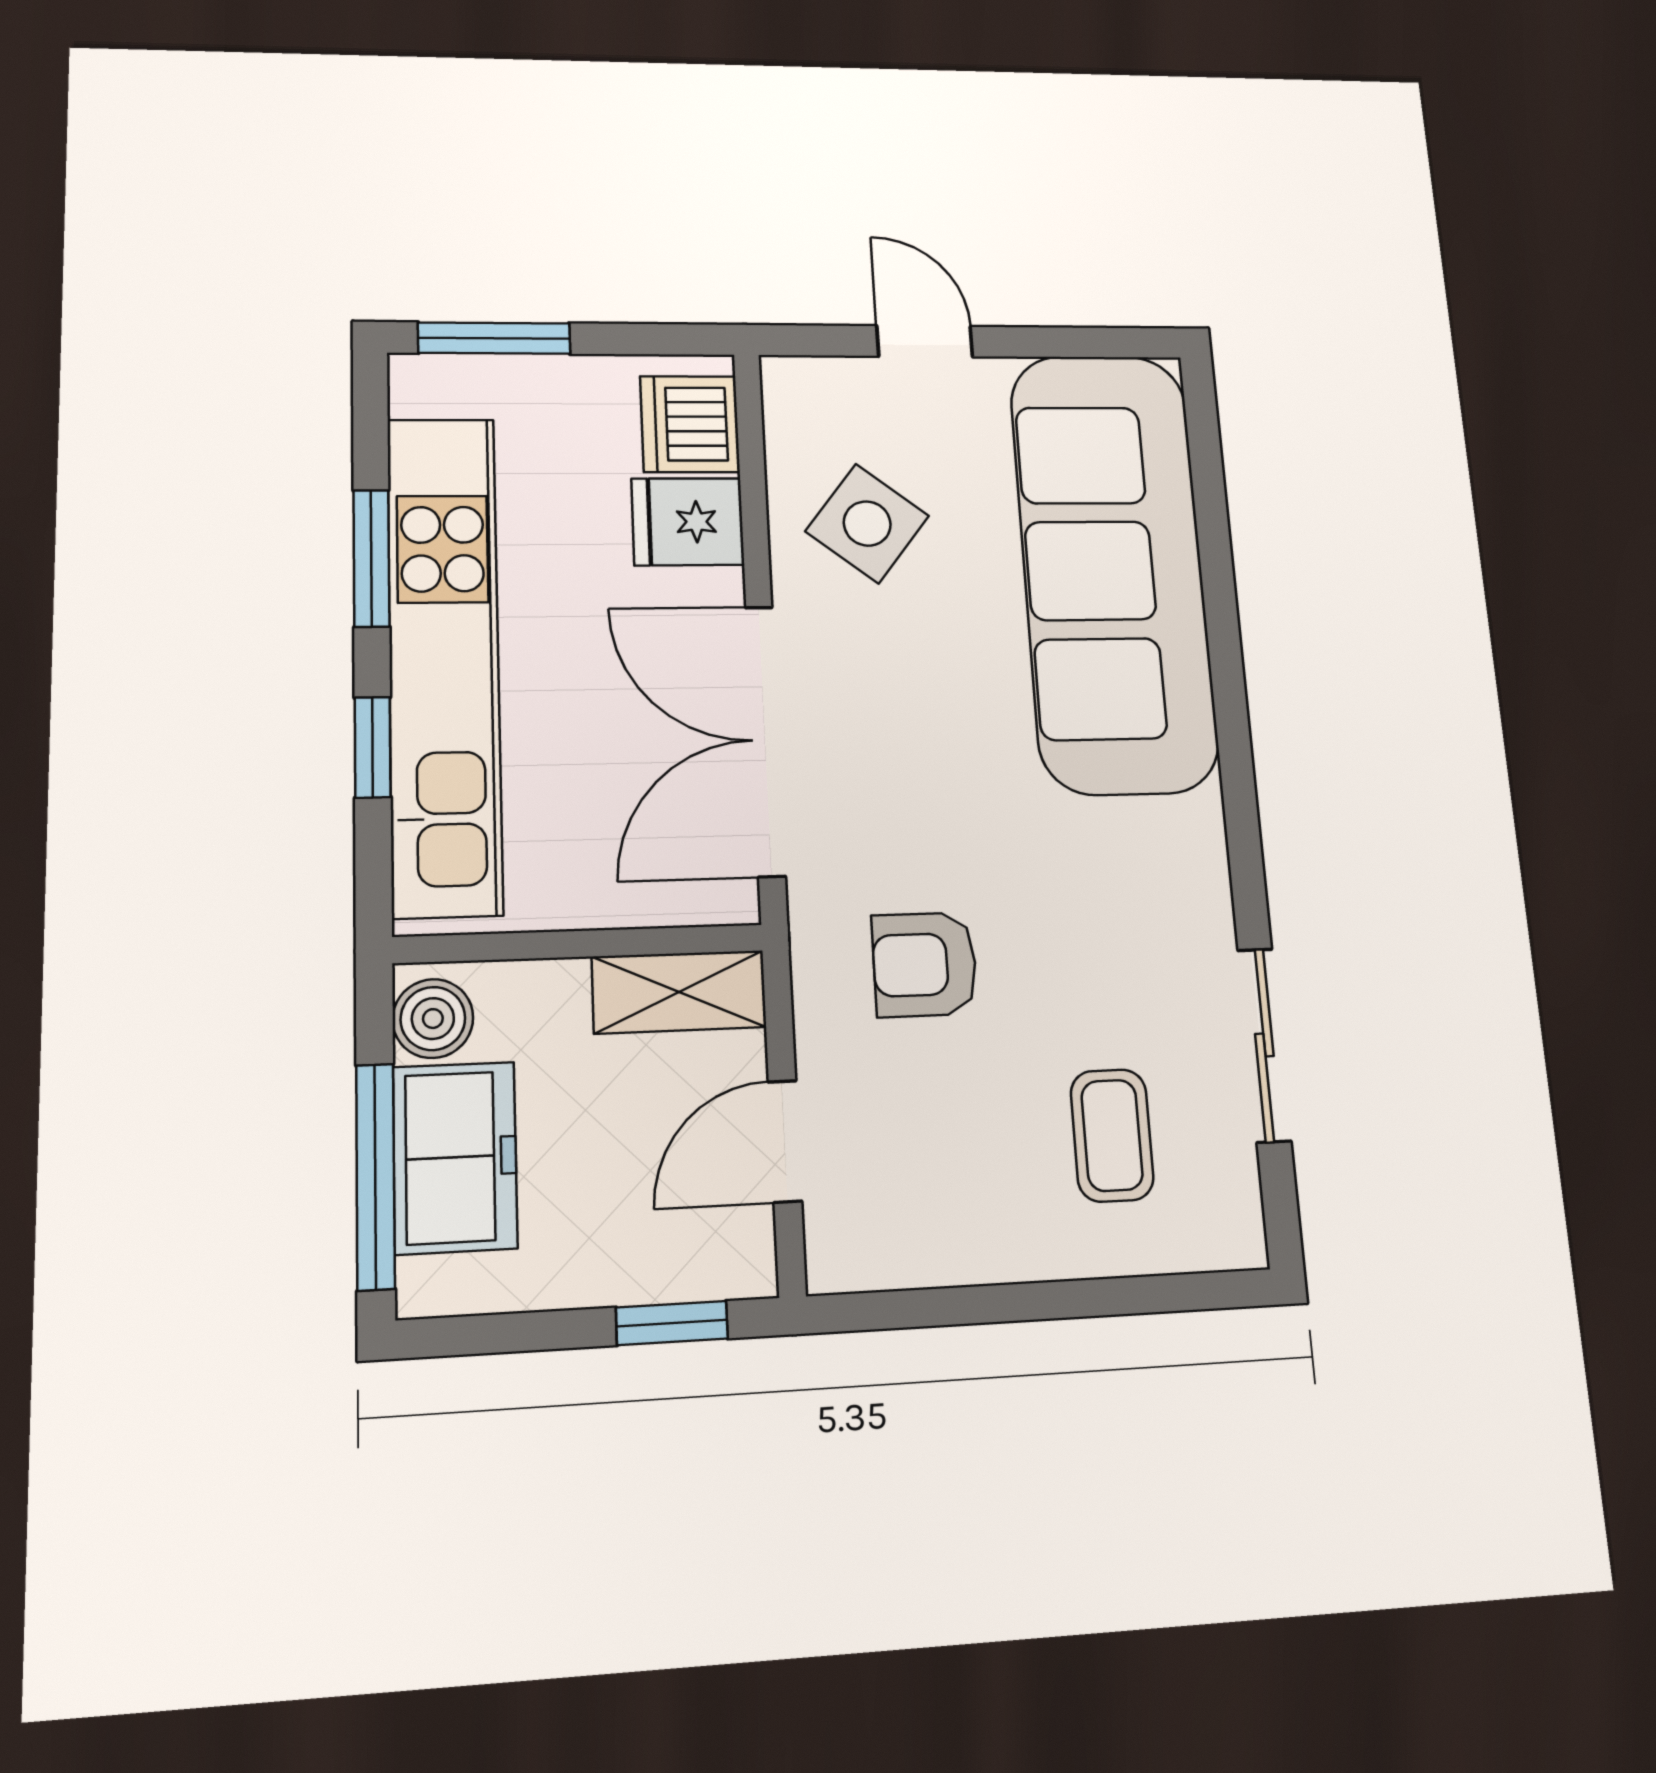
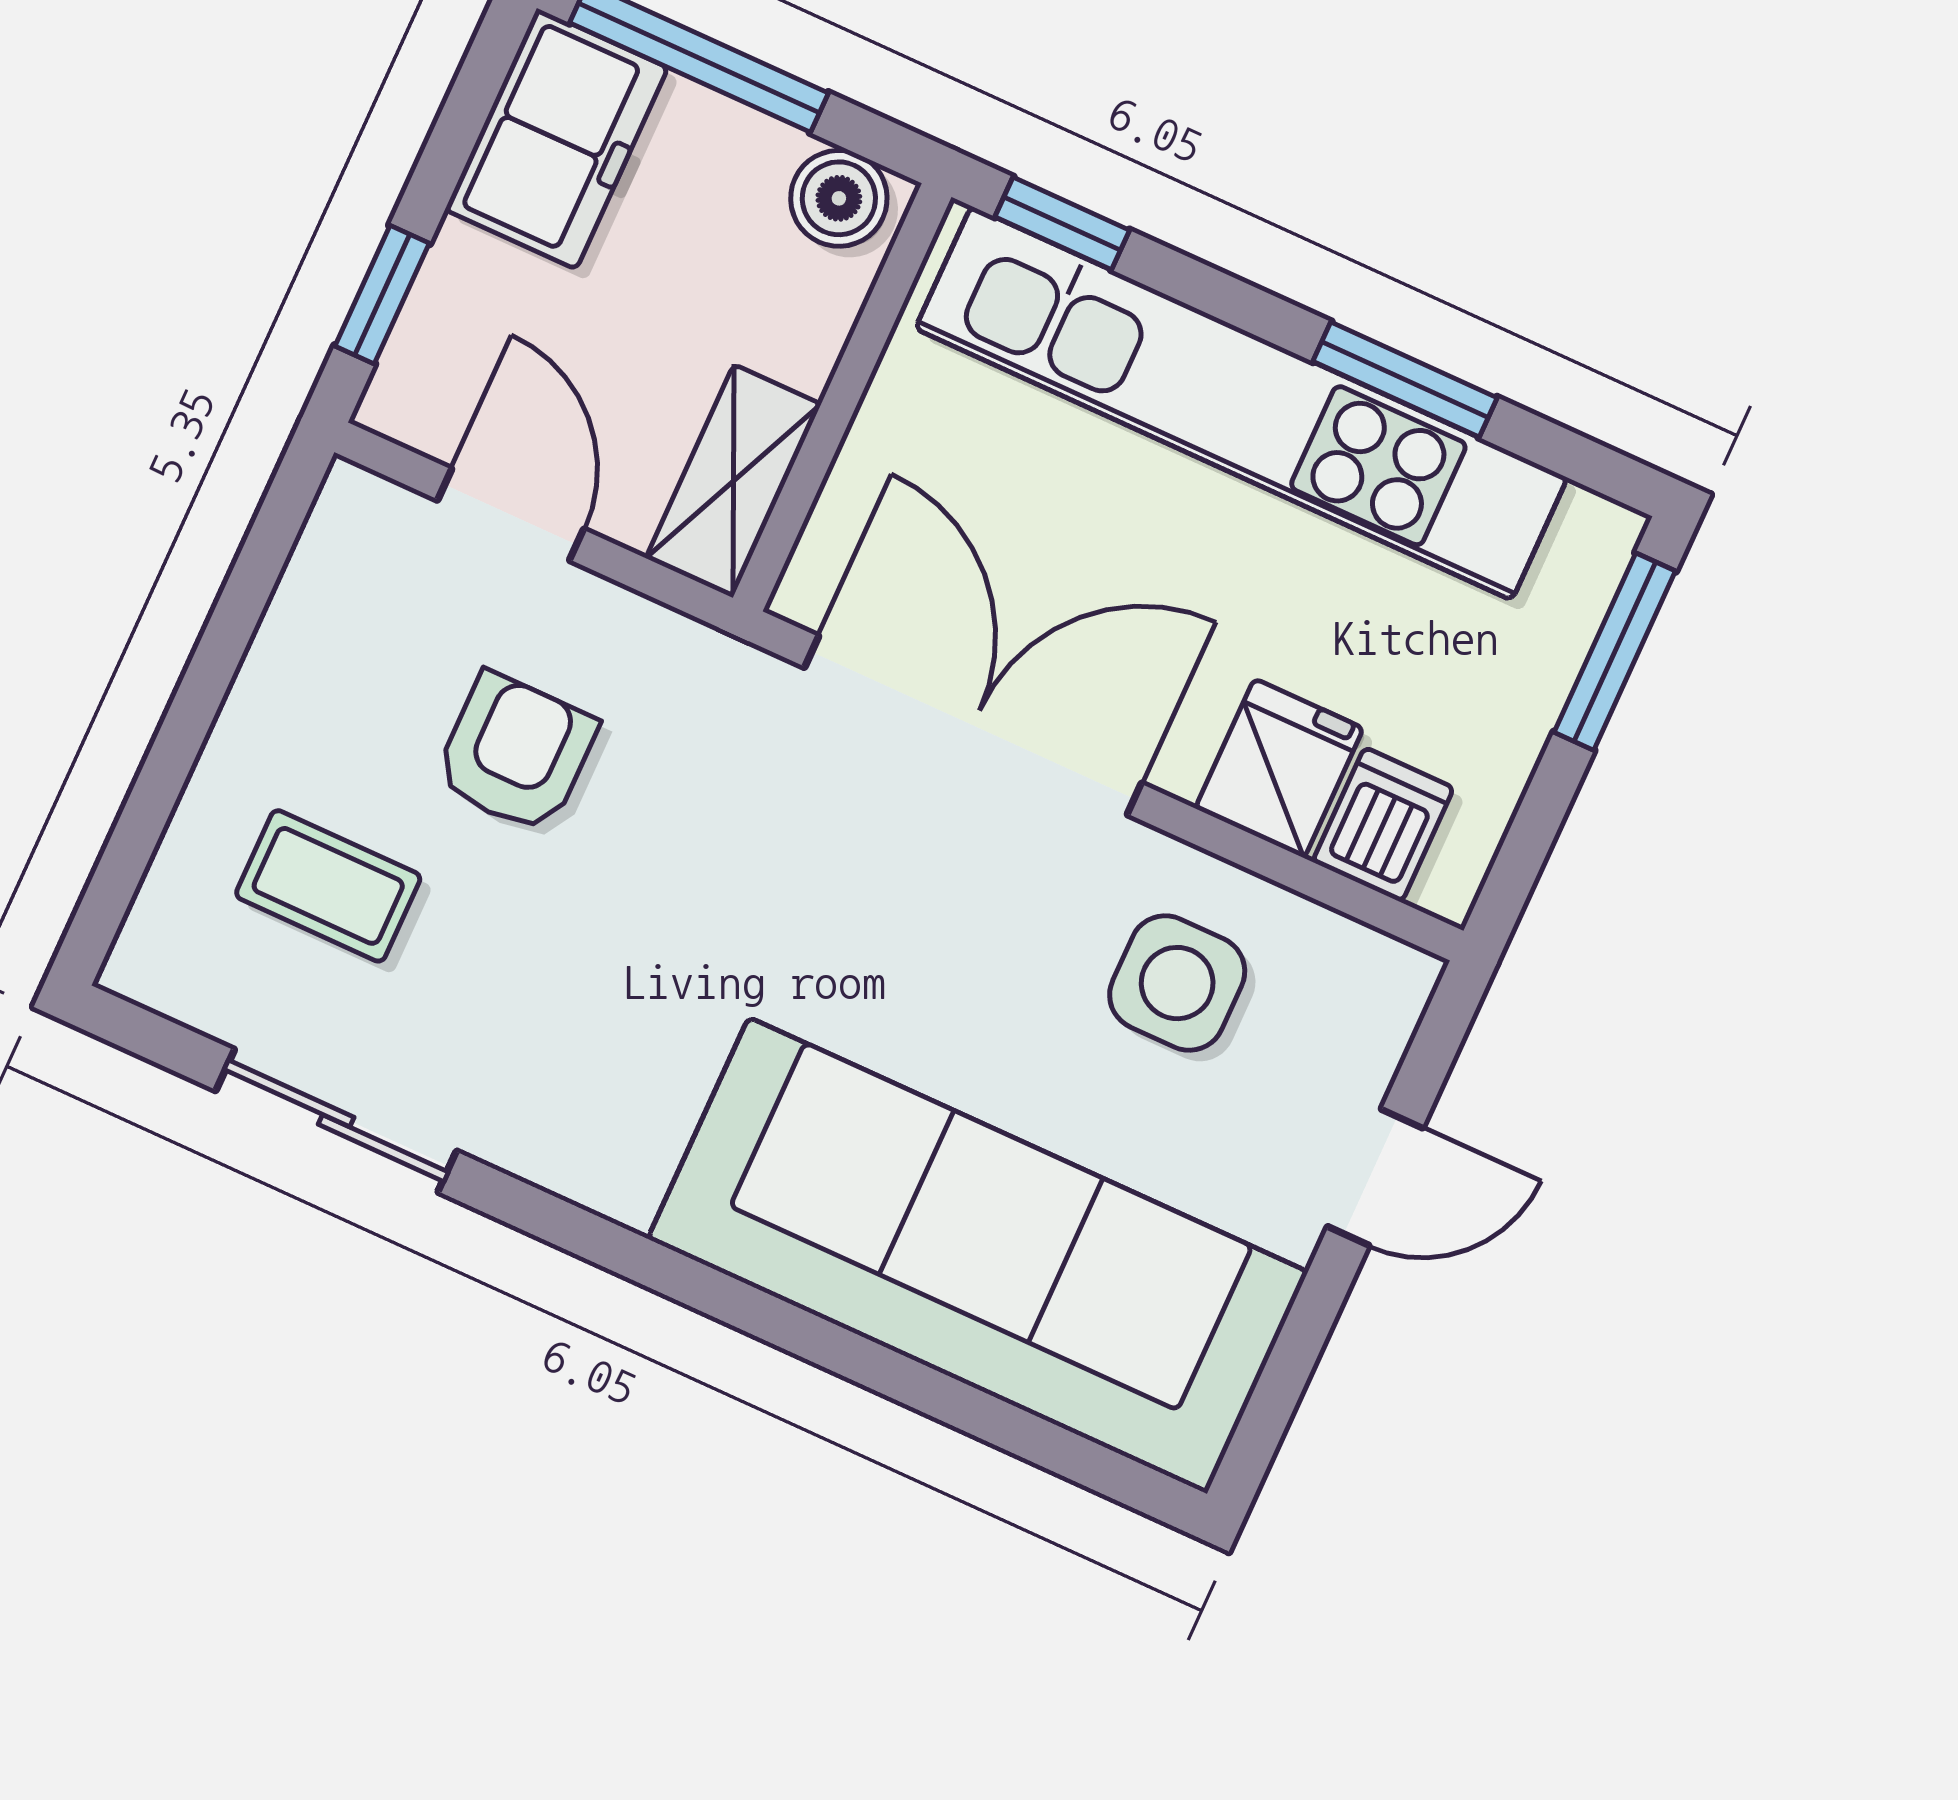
dishwasher: (690, 424) -> (1383, 825), width x0.73
side table: (867, 524) -> (1177, 983), turned -38
window: (373, 747) -> (1062, 223), moved
armchair: (925, 964) -> (516, 753), moved
freezer: (455, 1157) -> (556, 139), moved, turned -90

